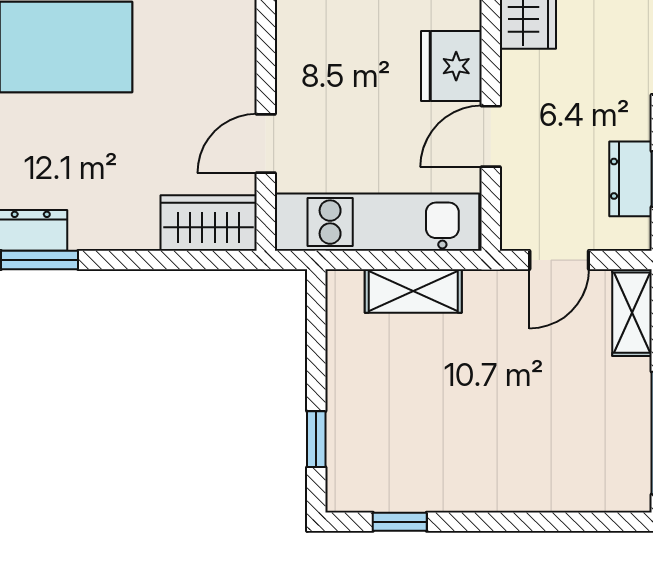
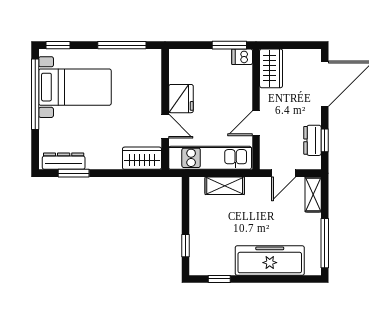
fridge: (451, 66) -> (181, 99), moved, turned 180
door: (266, 143) -> (165, 126), swing flipped
freezer: (525, 476) -> (270, 260), added

